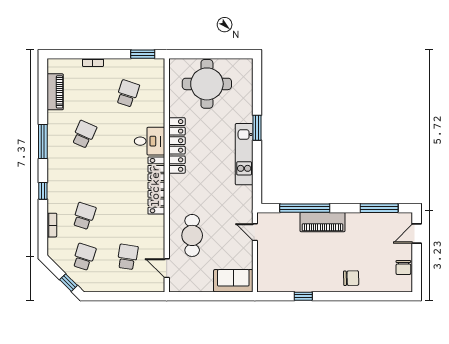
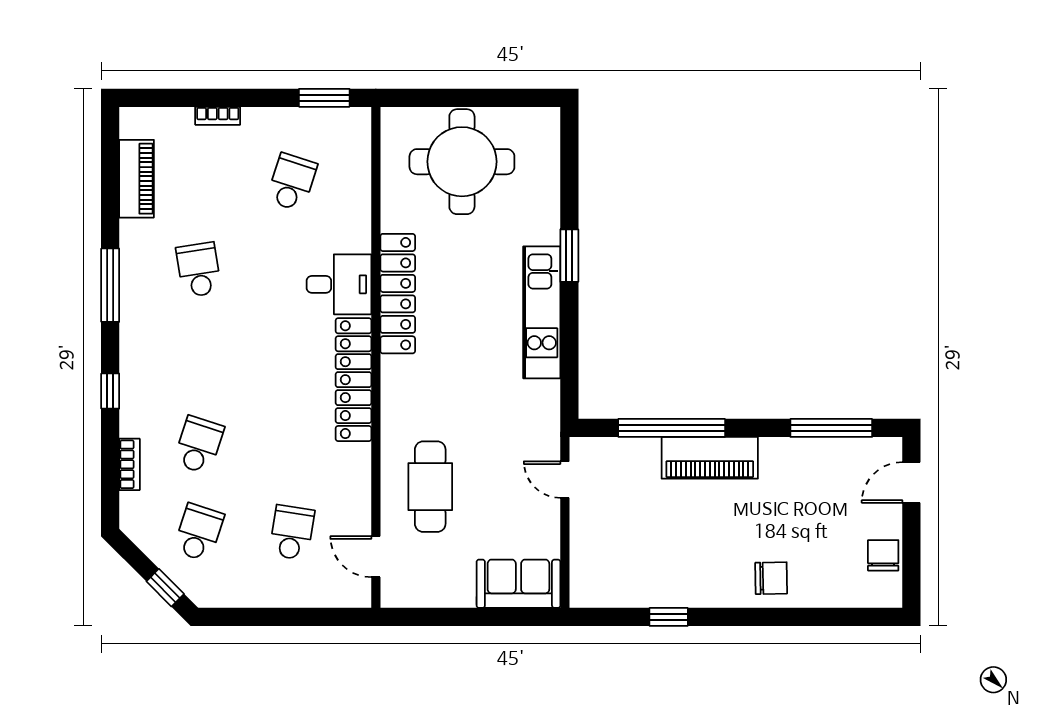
school desk: (84, 134) -> (199, 270), turned -33
chair: (403, 268) -> (883, 555), turned 180

